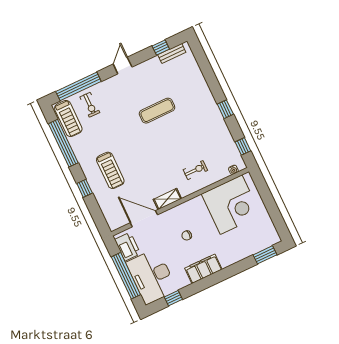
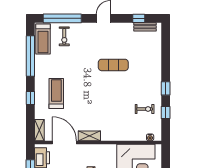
window: (243, 146) -> (166, 112), moved
treadmill: (110, 170) -> (56, 94), turned 180
exercise bike: (195, 170) -> (145, 109), moved
shelving: (111, 218) -> (39, 130), added

